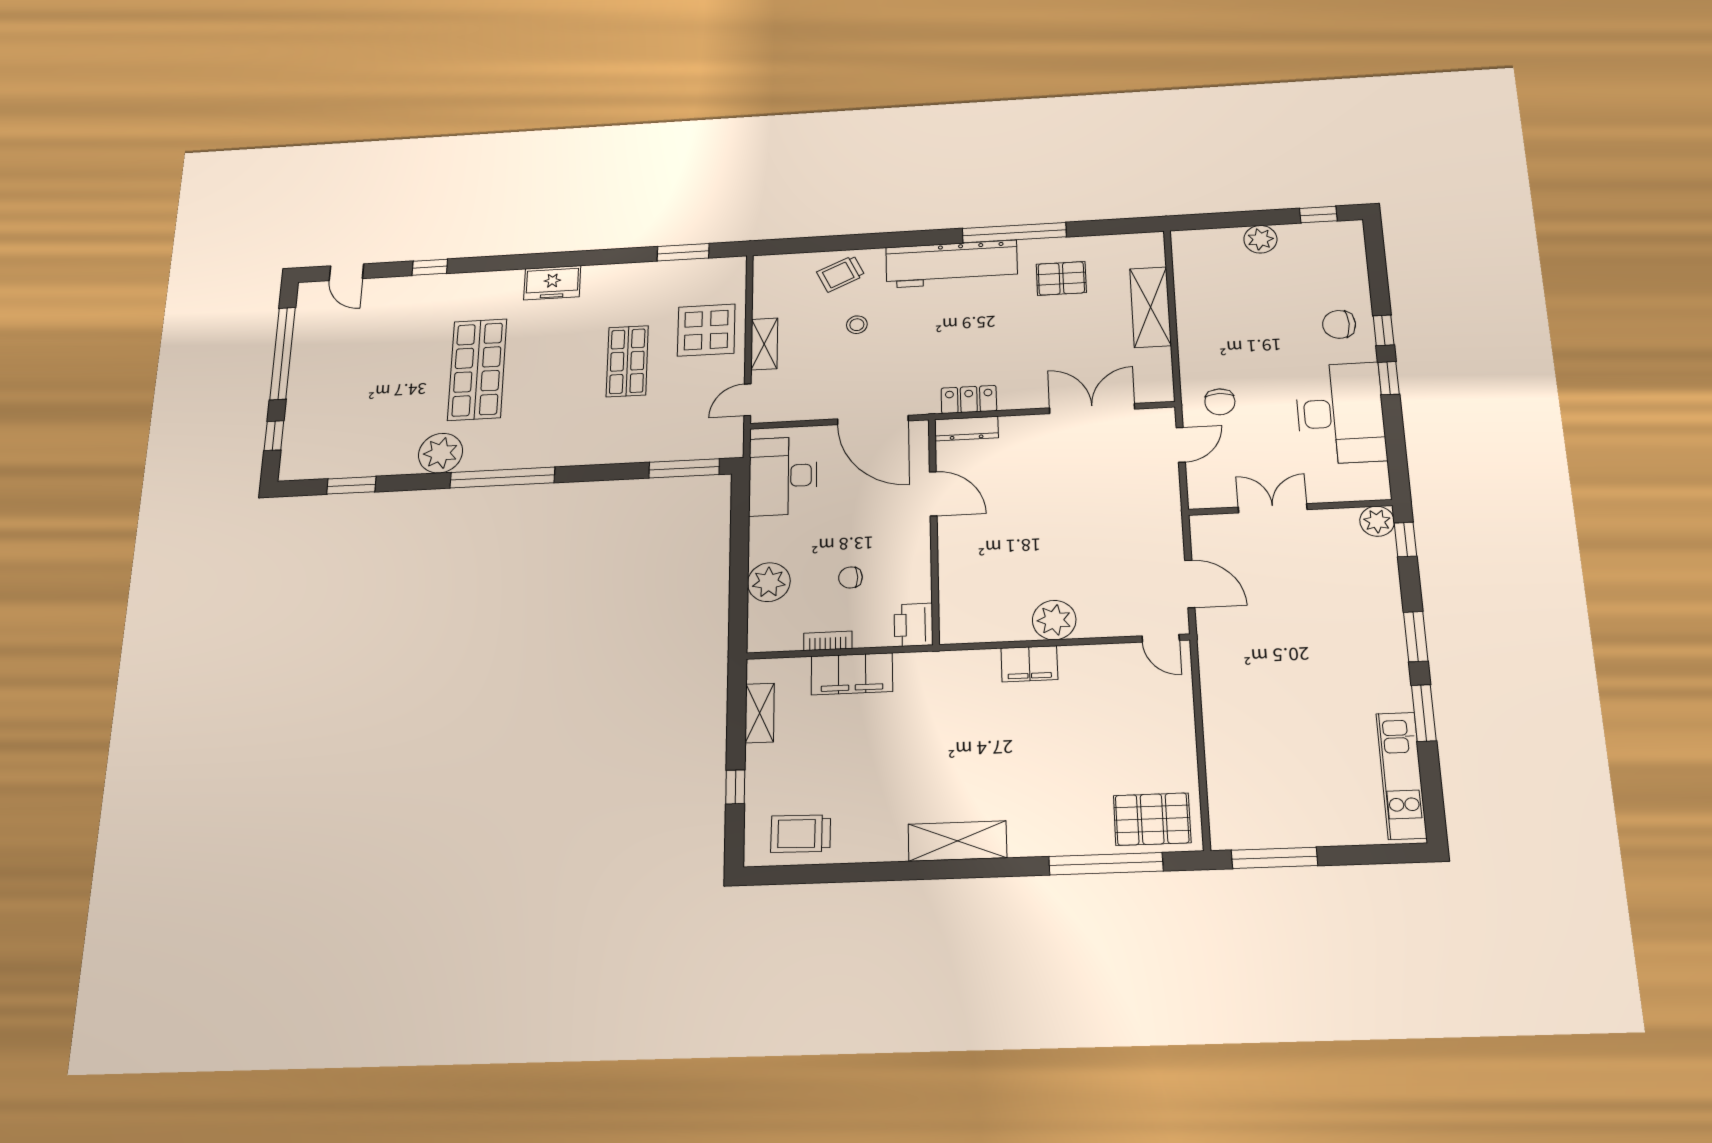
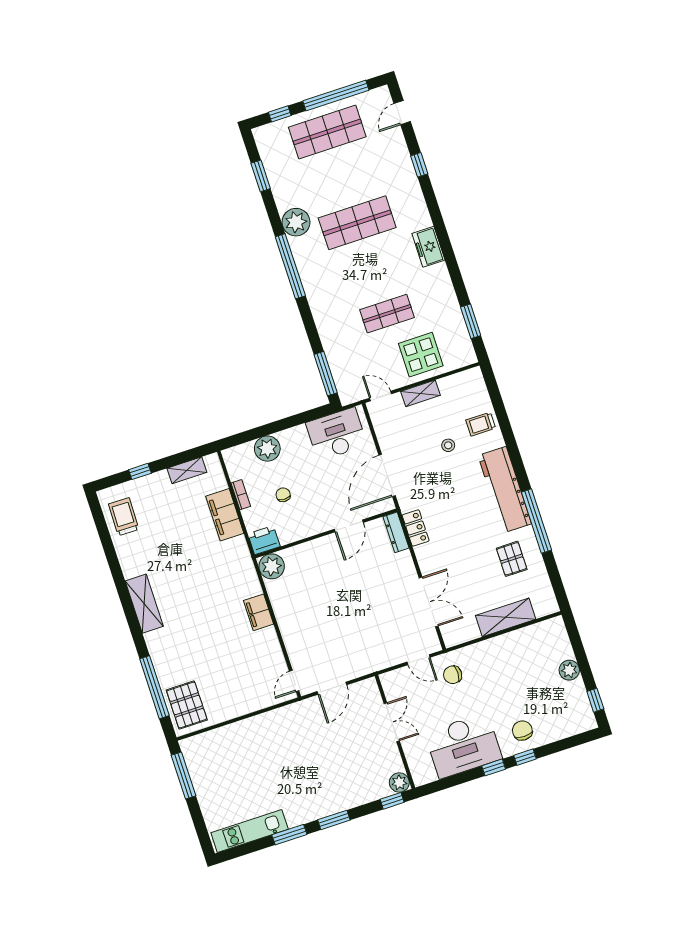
trolley: (841, 274) -> (481, 424), turned -65
shop shelf: (329, 378) -> (327, 132), added
plant: (1054, 620) -> (272, 566), moved

